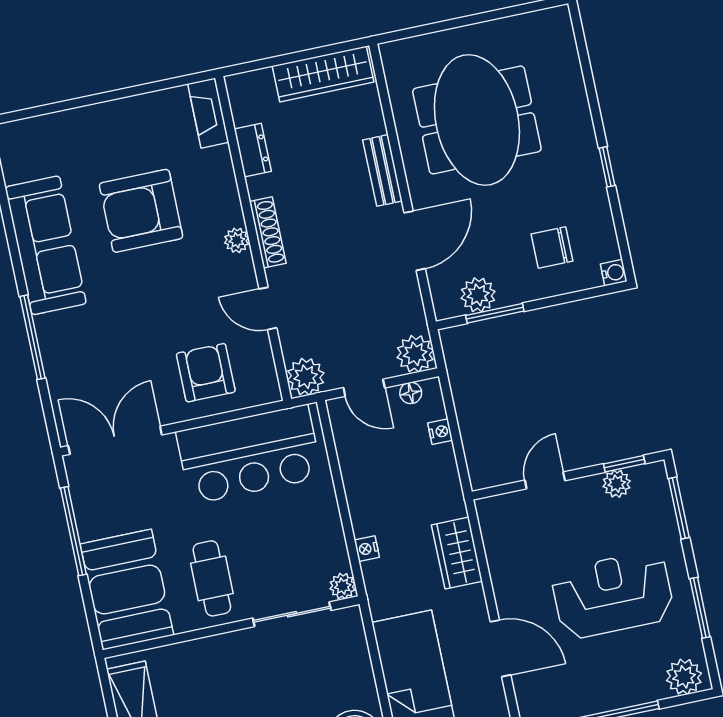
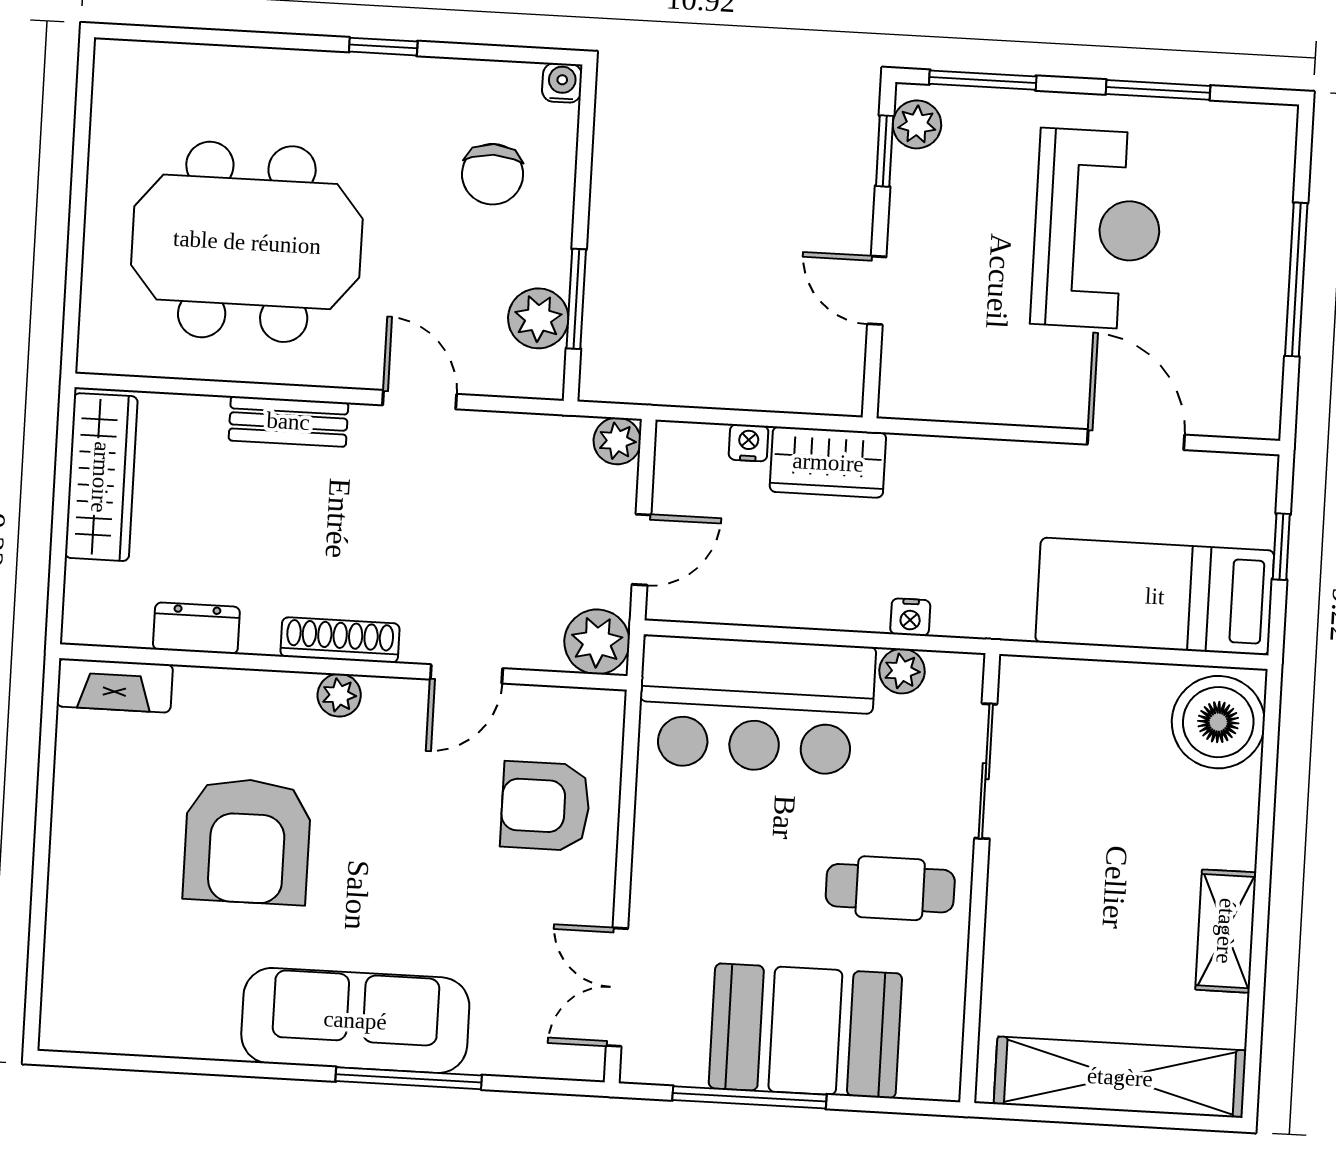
door: (415, 241) -> (420, 400), width x0.73
sofa: (46, 245) -> (355, 1020), moved
plant: (415, 354) -> (617, 441), width x0.73, depth x0.73
floor lamp: (411, 393) -> (671, 474), removed
double door: (115, 440) -> (617, 987), width x0.73
bar counter: (249, 454) -> (756, 705), moved, turned 90
plant: (617, 484) -> (917, 124), moved
wardrobe: (457, 553) -> (828, 462), moved
plant: (343, 586) -> (902, 671), moved
booth: (127, 589) -> (805, 1031), moved
reception desk: (613, 595) -> (1097, 229), turned 180
door: (501, 648) -> (1136, 440), hinge flipped
plant: (684, 677) -> (1266, 147), removed

